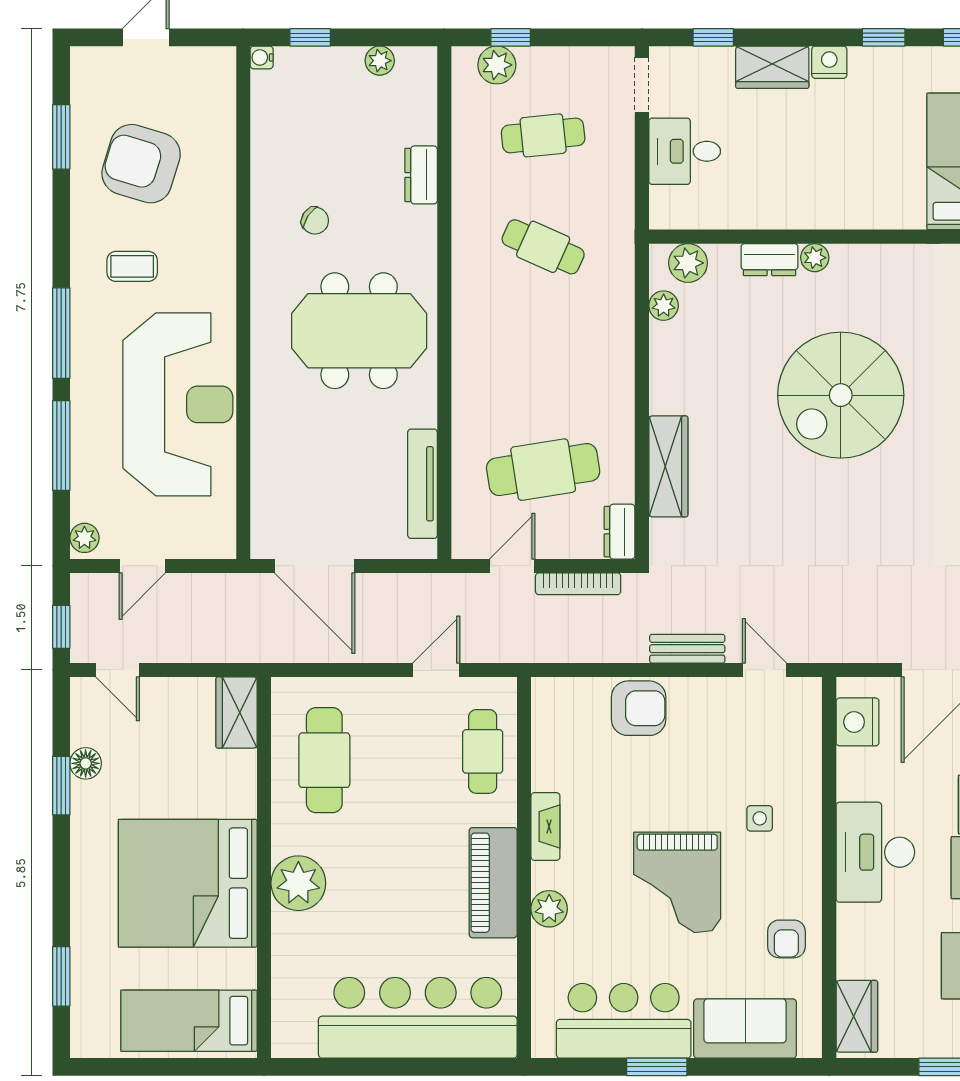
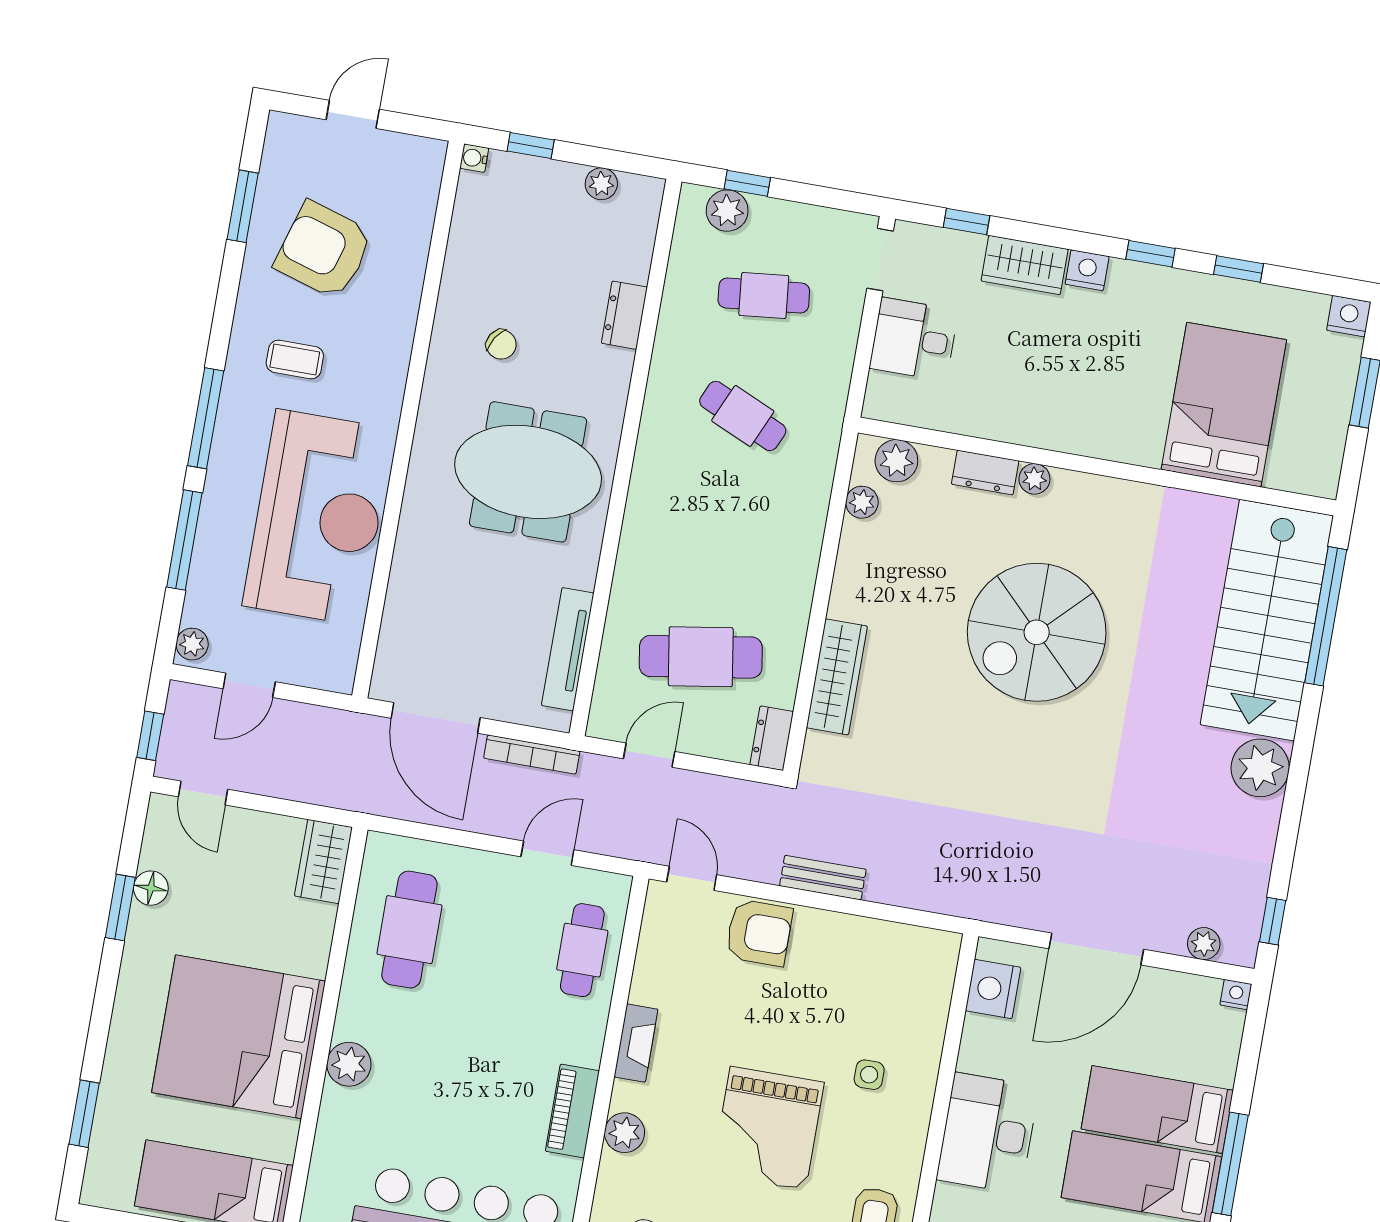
bookcase: (578, 584) -> (532, 755), moved
door: (764, 670) -> (692, 878), moved
plant: (298, 883) -> (349, 1064), width x0.73, depth x0.73
piano: (493, 883) -> (572, 1111), width x0.73, depth x0.75

